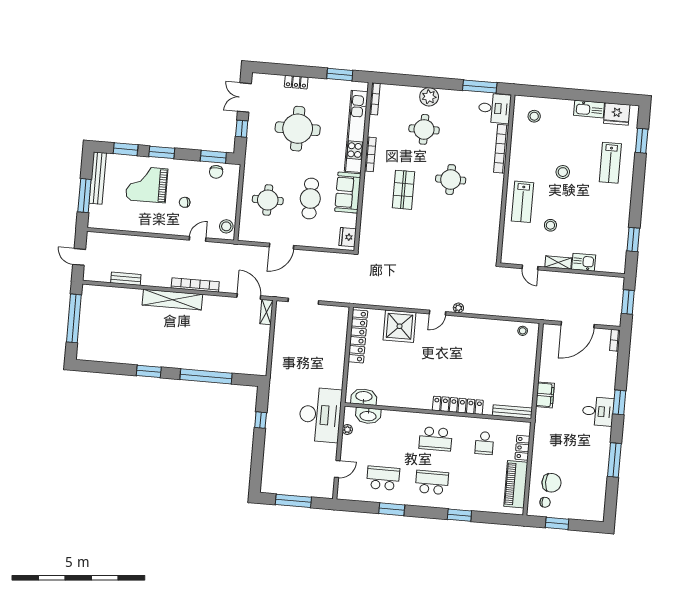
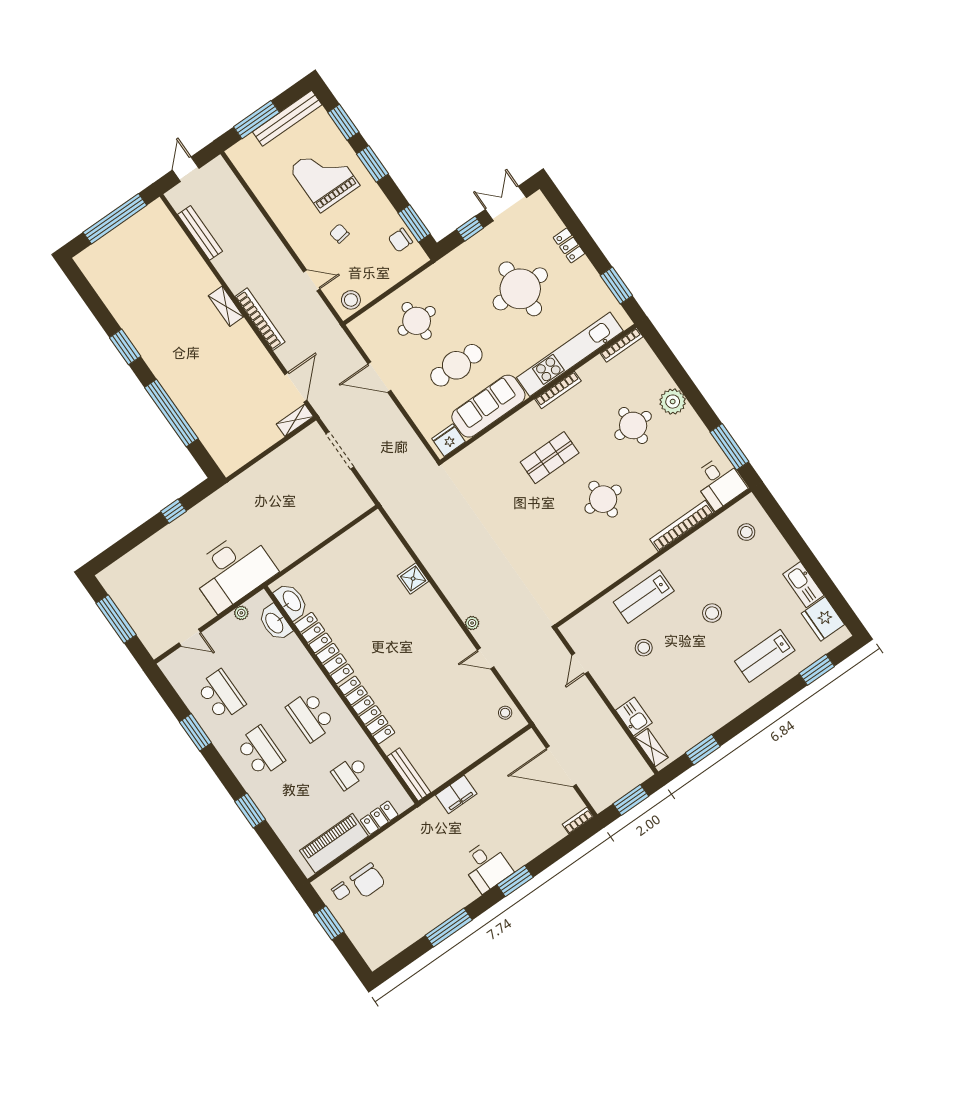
sofa: (348, 193) -> (488, 406), width x1.36
shelving: (558, 262) -> (651, 747), moved
bench: (126, 279) -> (200, 233), width x1.36
shelving: (172, 300) -> (226, 306), width x0.45, depth x0.75
door: (437, 313) -> (486, 658), moved
shower: (400, 326) -> (413, 579), width x0.54, depth x0.54
locker: (358, 336) -> (324, 648), moved, turned -90

